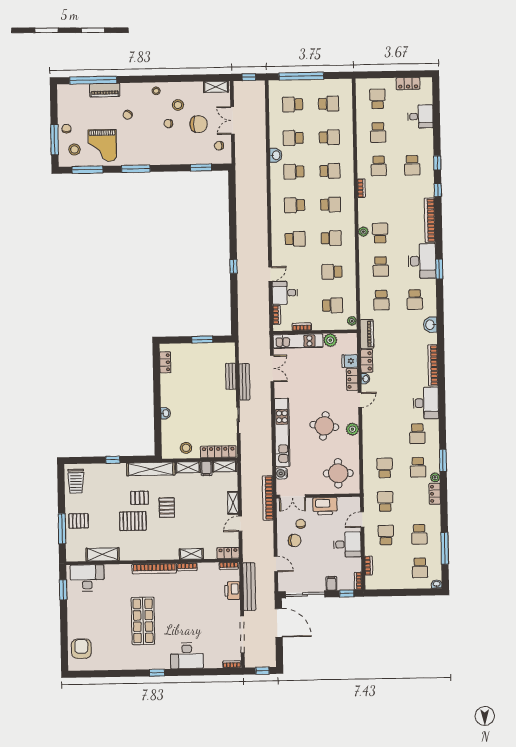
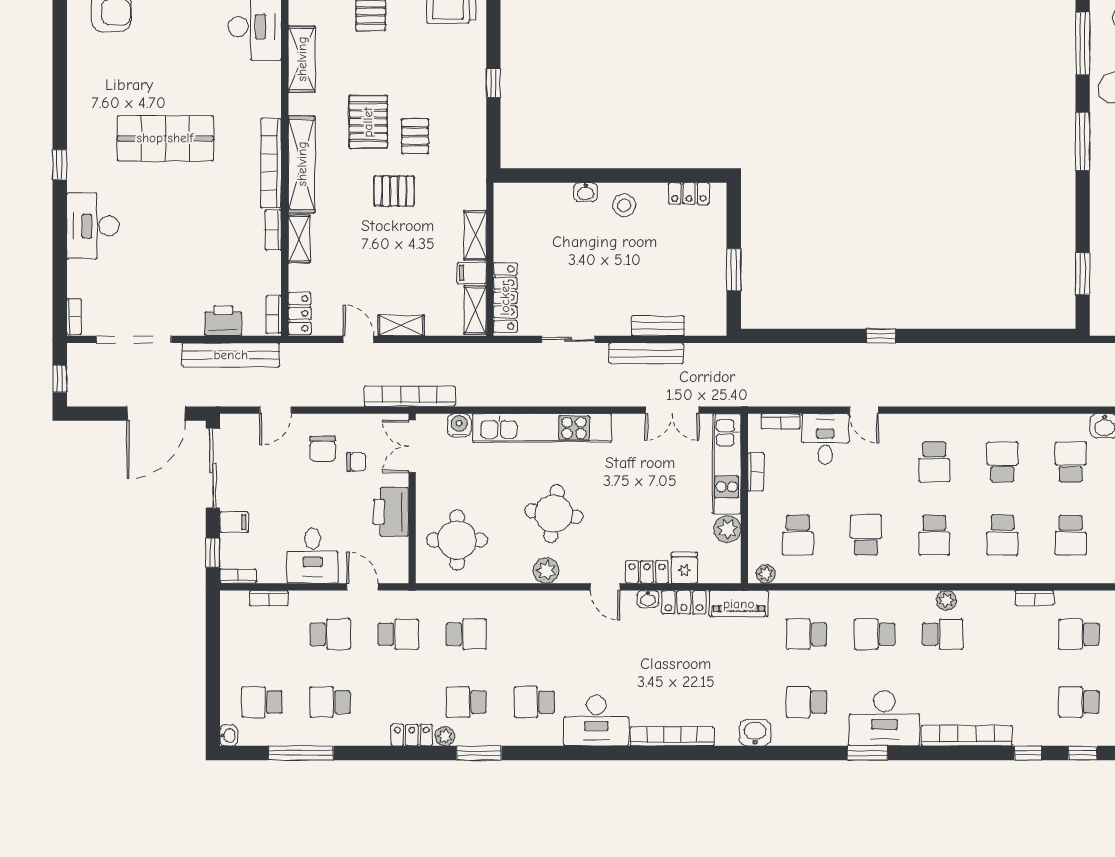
stool: (186, 448) -> (624, 205), moved
shelving: (151, 469) -> (302, 164), moved

